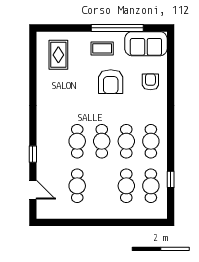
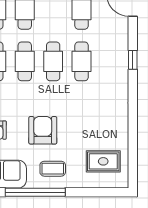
rug: (58, 55) -> (103, 161), turned 90
window: (33, 154) -> (133, 60), moved

